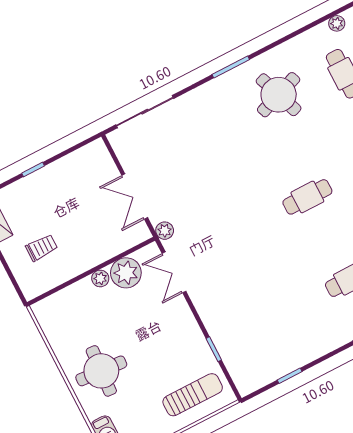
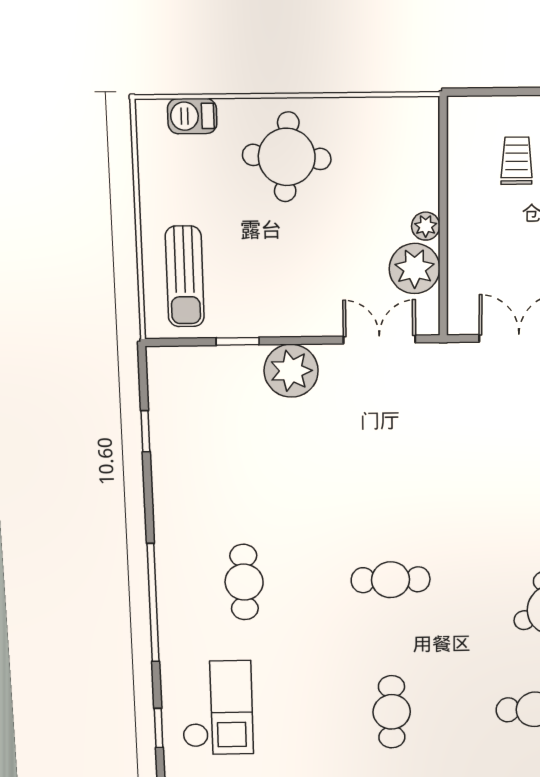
cafe table: (307, 197) -> (391, 580), turned 90
plant: (165, 231) -> (291, 371), moved, width x1.87, depth x1.87
trolley: (42, 248) -> (517, 161), turned 180

